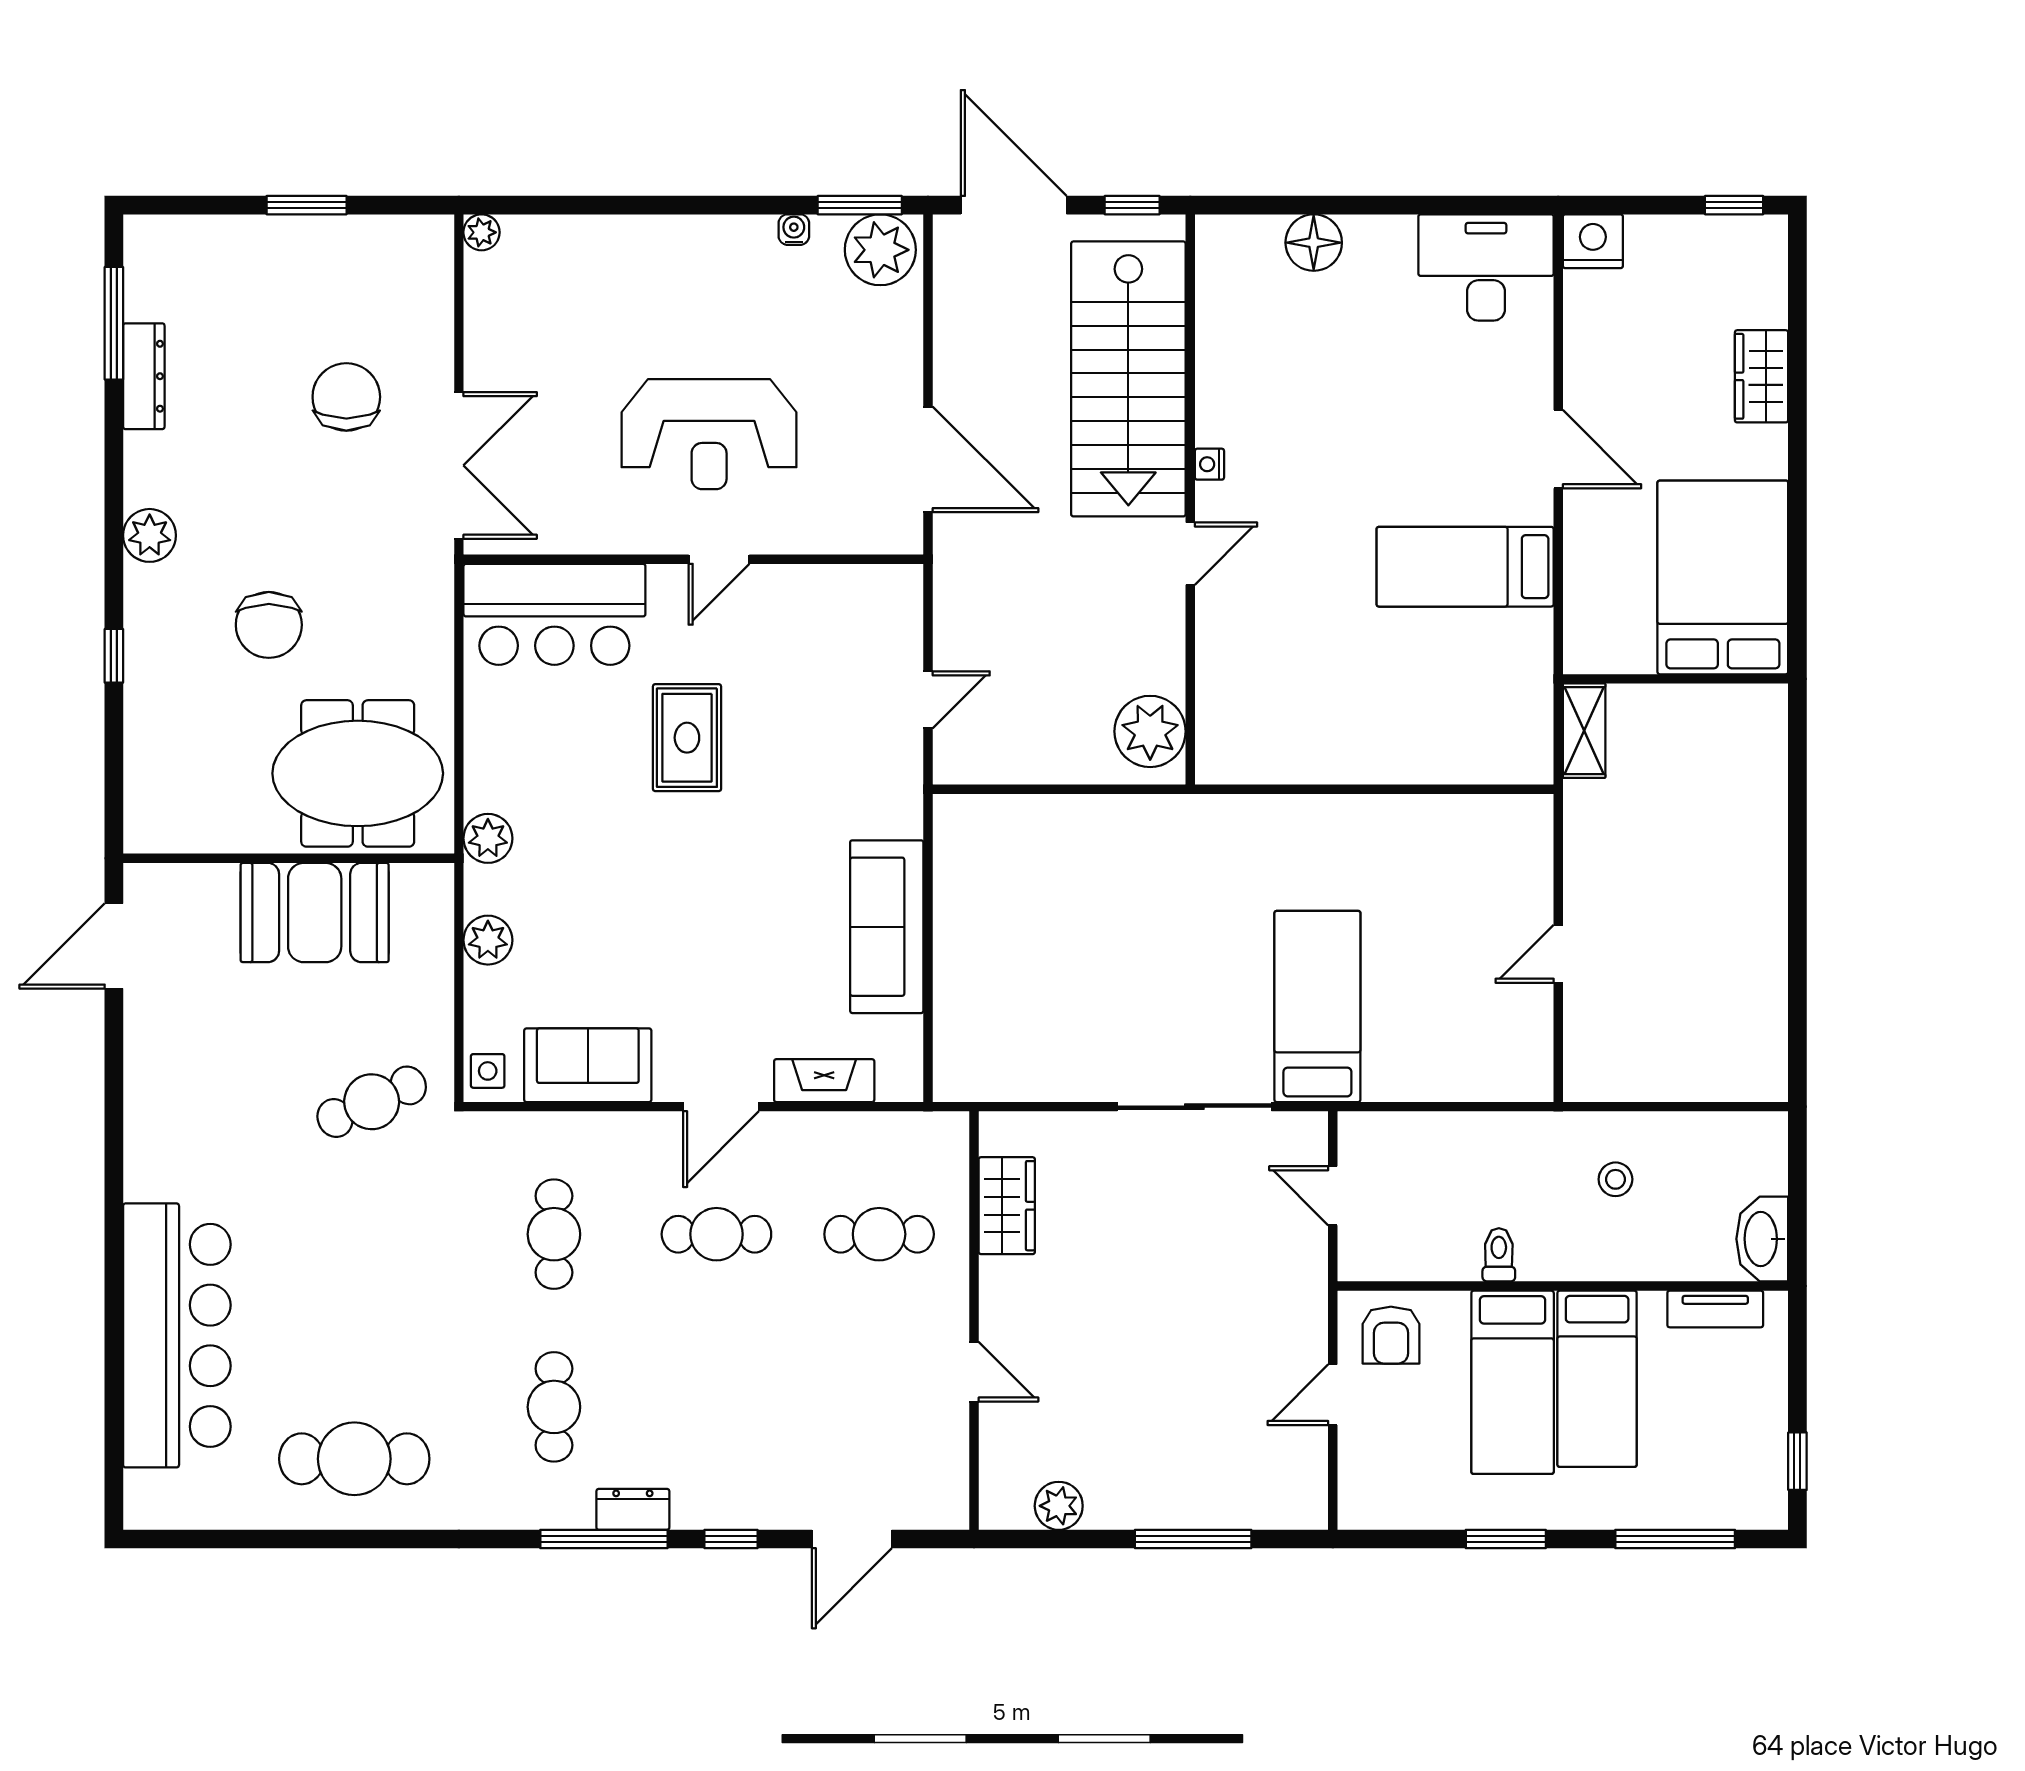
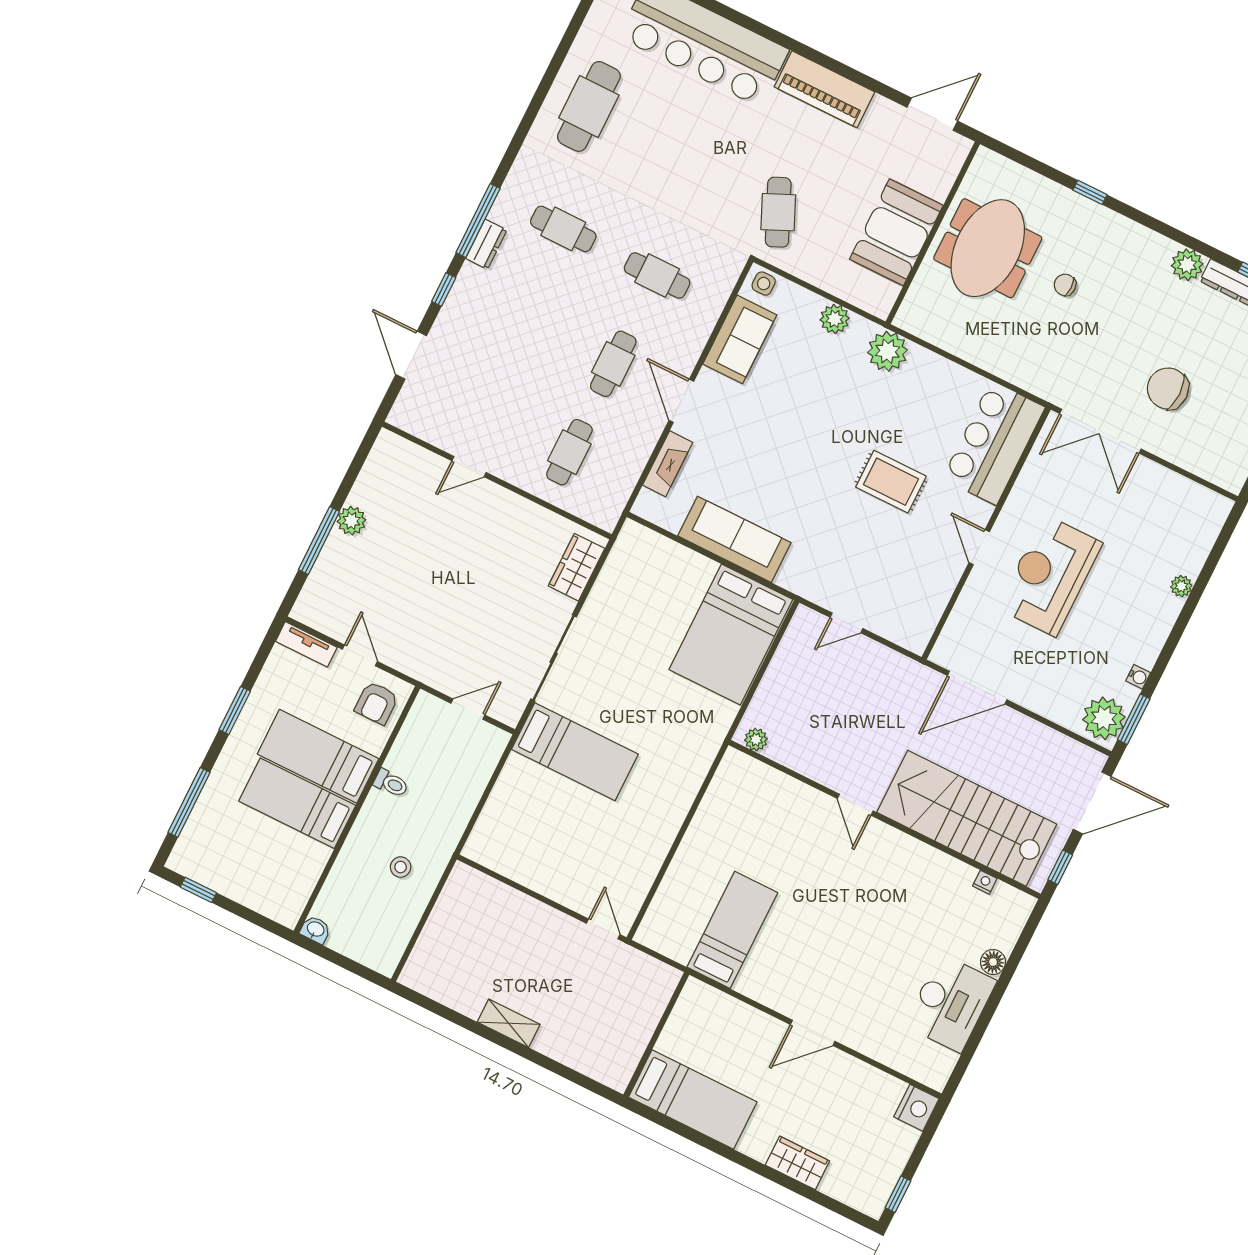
plant: (482, 232) -> (1181, 586), moved
floor lamp: (1314, 243) -> (993, 962), width x0.73, depth x0.73
desk: (1486, 267) -> (951, 1003), moved
chair: (346, 397) -> (1168, 389), turned 180
nightstand: (1209, 464) -> (985, 882), moved
plant: (150, 535) -> (1187, 265), moved
bed: (1465, 567) -> (732, 930), moved
bed: (1723, 577) -> (693, 1100), width x0.67
chair: (269, 625) -> (1065, 285), width x0.54, depth x0.54
door: (928, 700) -> (847, 623), hinge flipped
plant: (1150, 731) -> (756, 740), width x0.53, depth x0.53
shelving: (1584, 731) -> (509, 1023), moved
meeting table: (358, 773) -> (988, 248), moved
plant: (488, 838) -> (888, 351), width x1.36, depth x1.36
bed: (1030, 862) -> (731, 635), added
door: (114, 946) -> (932, 114), hinge flipped
door: (1558, 954) -> (603, 929), moved
piano: (156, 1123) -> (824, 89), added
wardrobe: (1007, 1206) -> (576, 567), moved, turned 90
washbasin: (1762, 1239) -> (315, 930), width x0.52, depth x0.69
tv unit: (1715, 1309) -> (306, 644), moved, turned -90
armchair: (1391, 1335) -> (376, 703), turned -90
plant: (1059, 1506) -> (351, 521), moved

